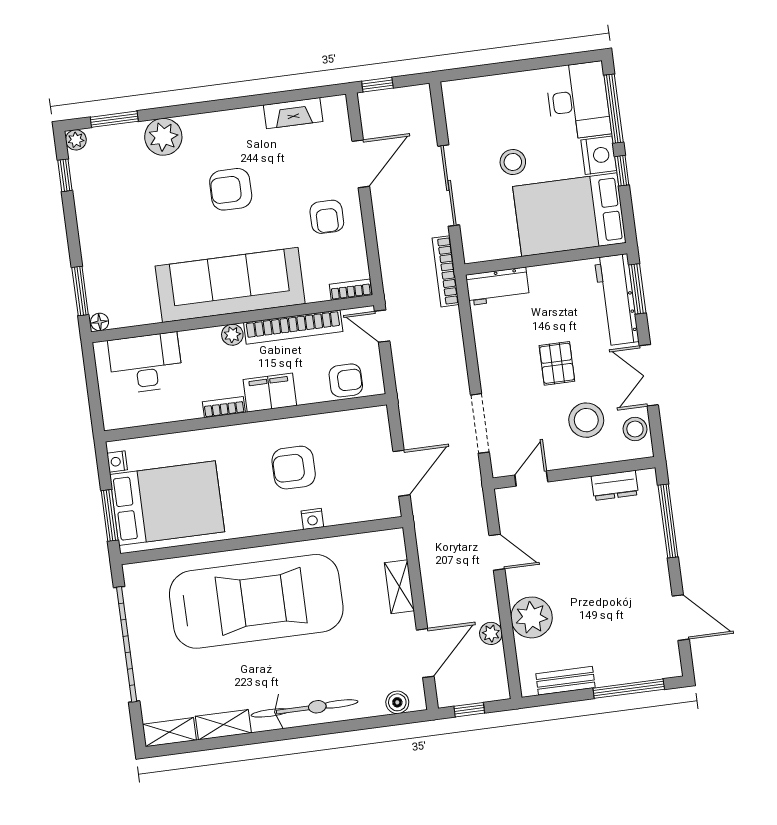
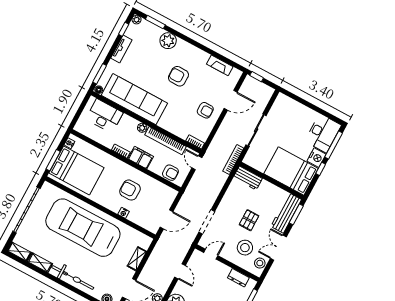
stool: (513, 162) -> (285, 138), removed
tv unit: (87, 215) -> (121, 49), added
armchair: (327, 217) -> (205, 110), turned -90
sofa: (230, 285) -> (134, 99), moved
car: (256, 601) -> (83, 228), turned 180

